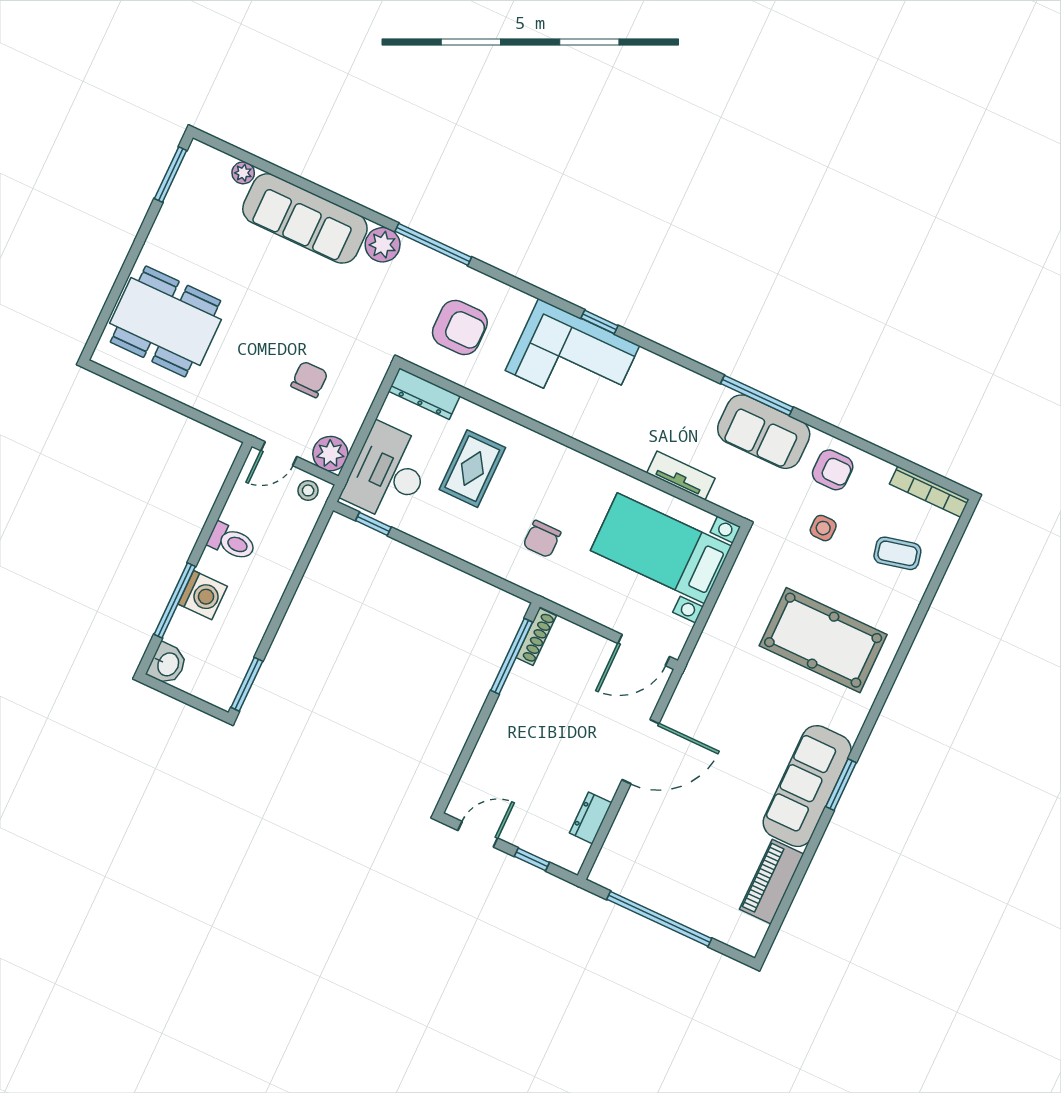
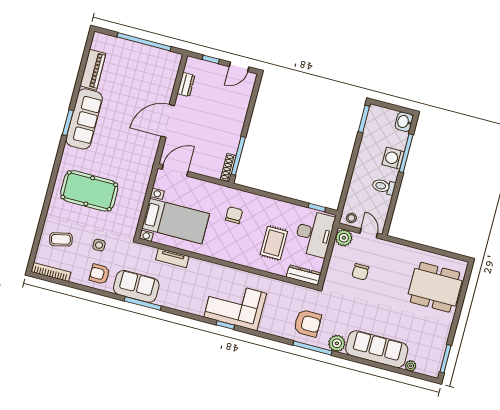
armchair: (460, 327) -> (308, 323), moved, turned 180
door: (279, 454) -> (369, 233), hinge flipped

